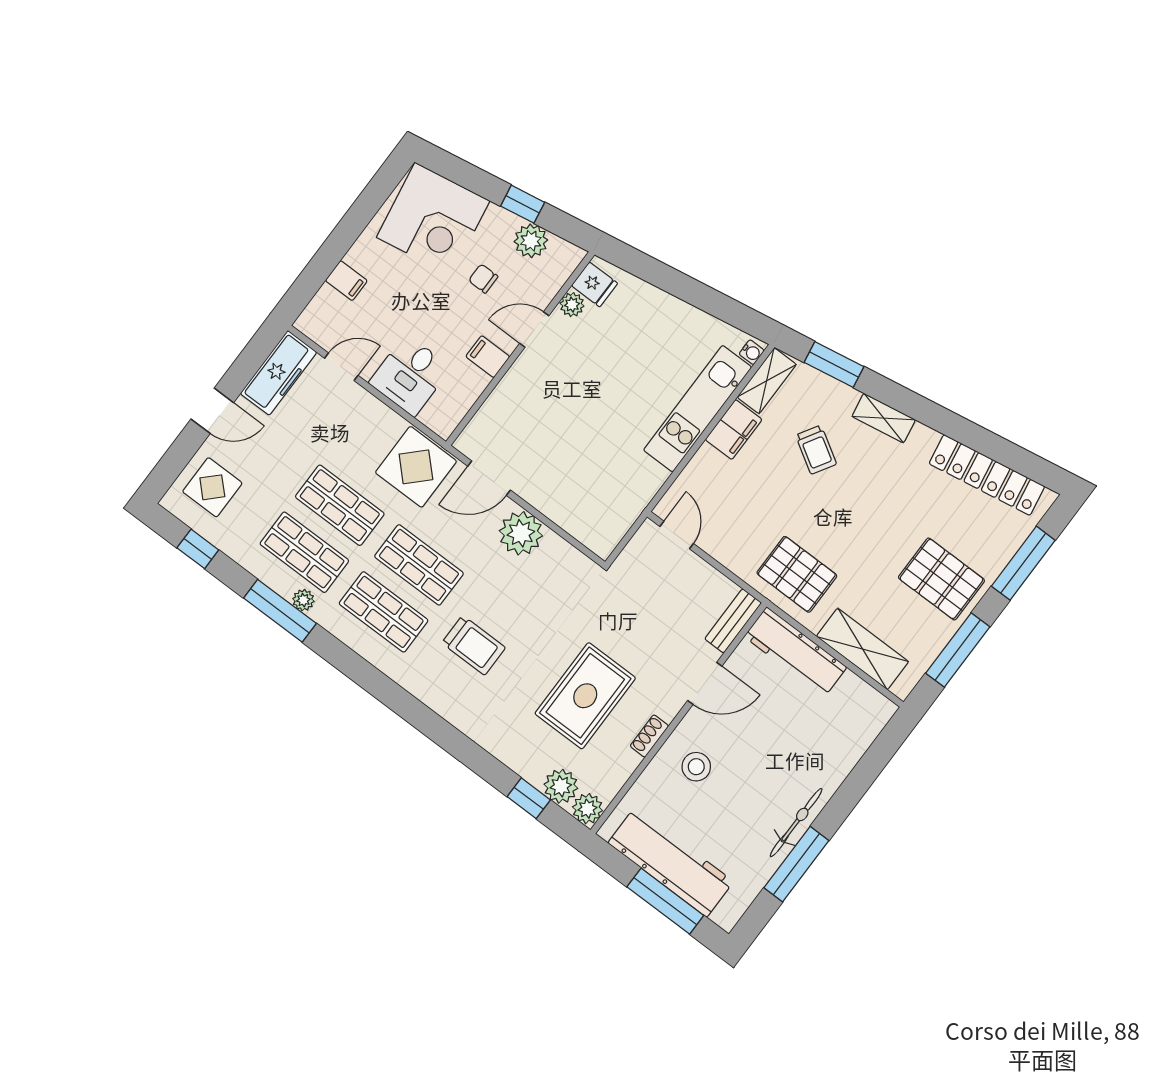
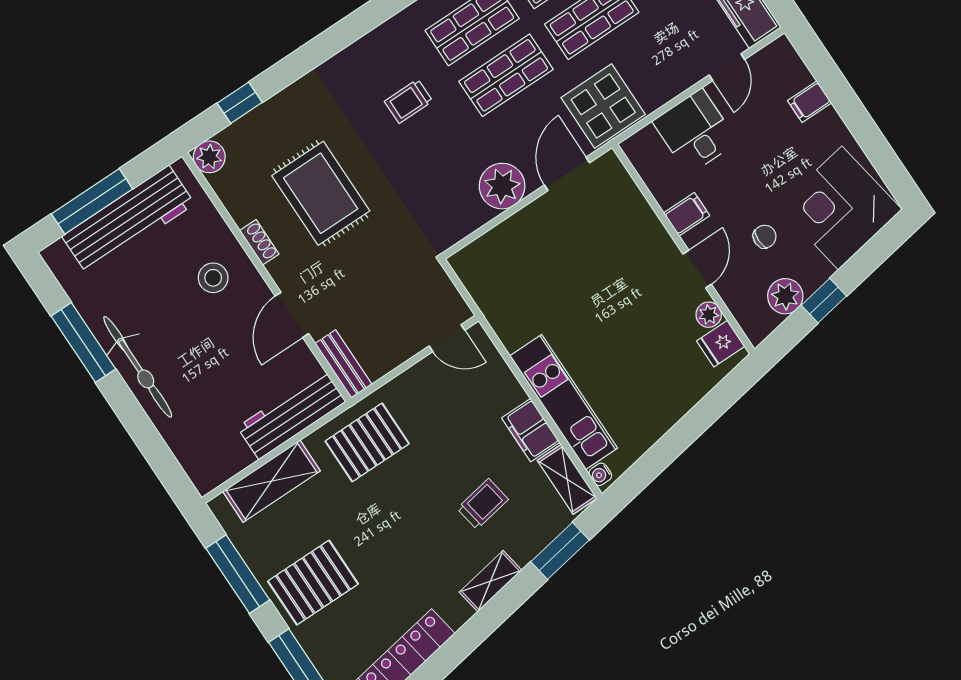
trolley: (816, 450) -> (483, 504), turned 139
trolley: (474, 645) -> (409, 101), width x0.73, depth x0.72
plant: (561, 786) -> (240, 138), removed
bicycle: (796, 823) -> (138, 367), width x1.37, depth x1.40

